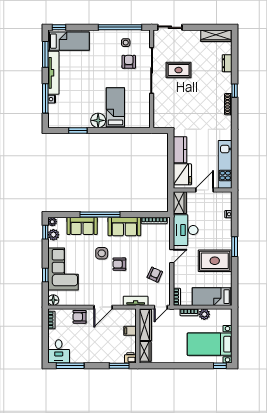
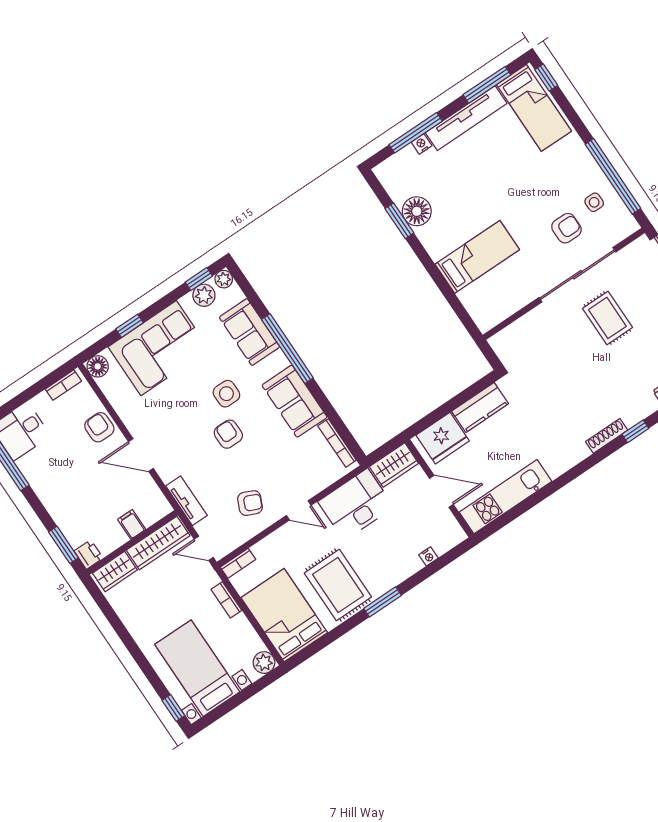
floor lamp: (98, 120) -> (417, 211), moved
bed: (212, 297) -> (284, 615), width x1.50
plant: (204, 314) -> (264, 663), moved

